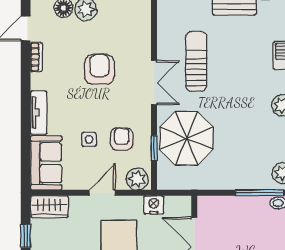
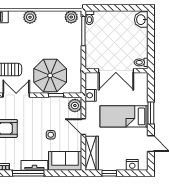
window: (26, 102) -> (28, 173), added
armchair: (122, 139) -> (51, 115), removed
wardrobe: (49, 207) -> (92, 153), width x1.50

